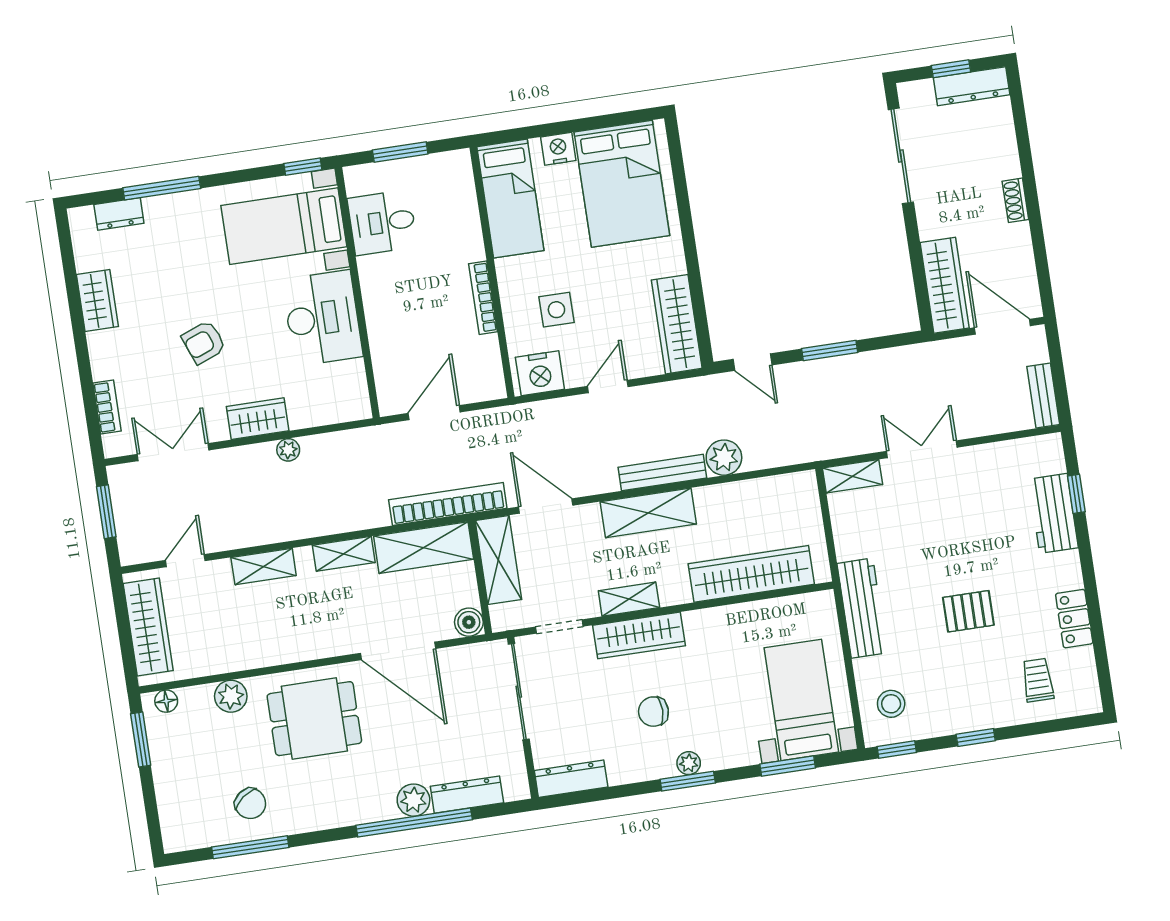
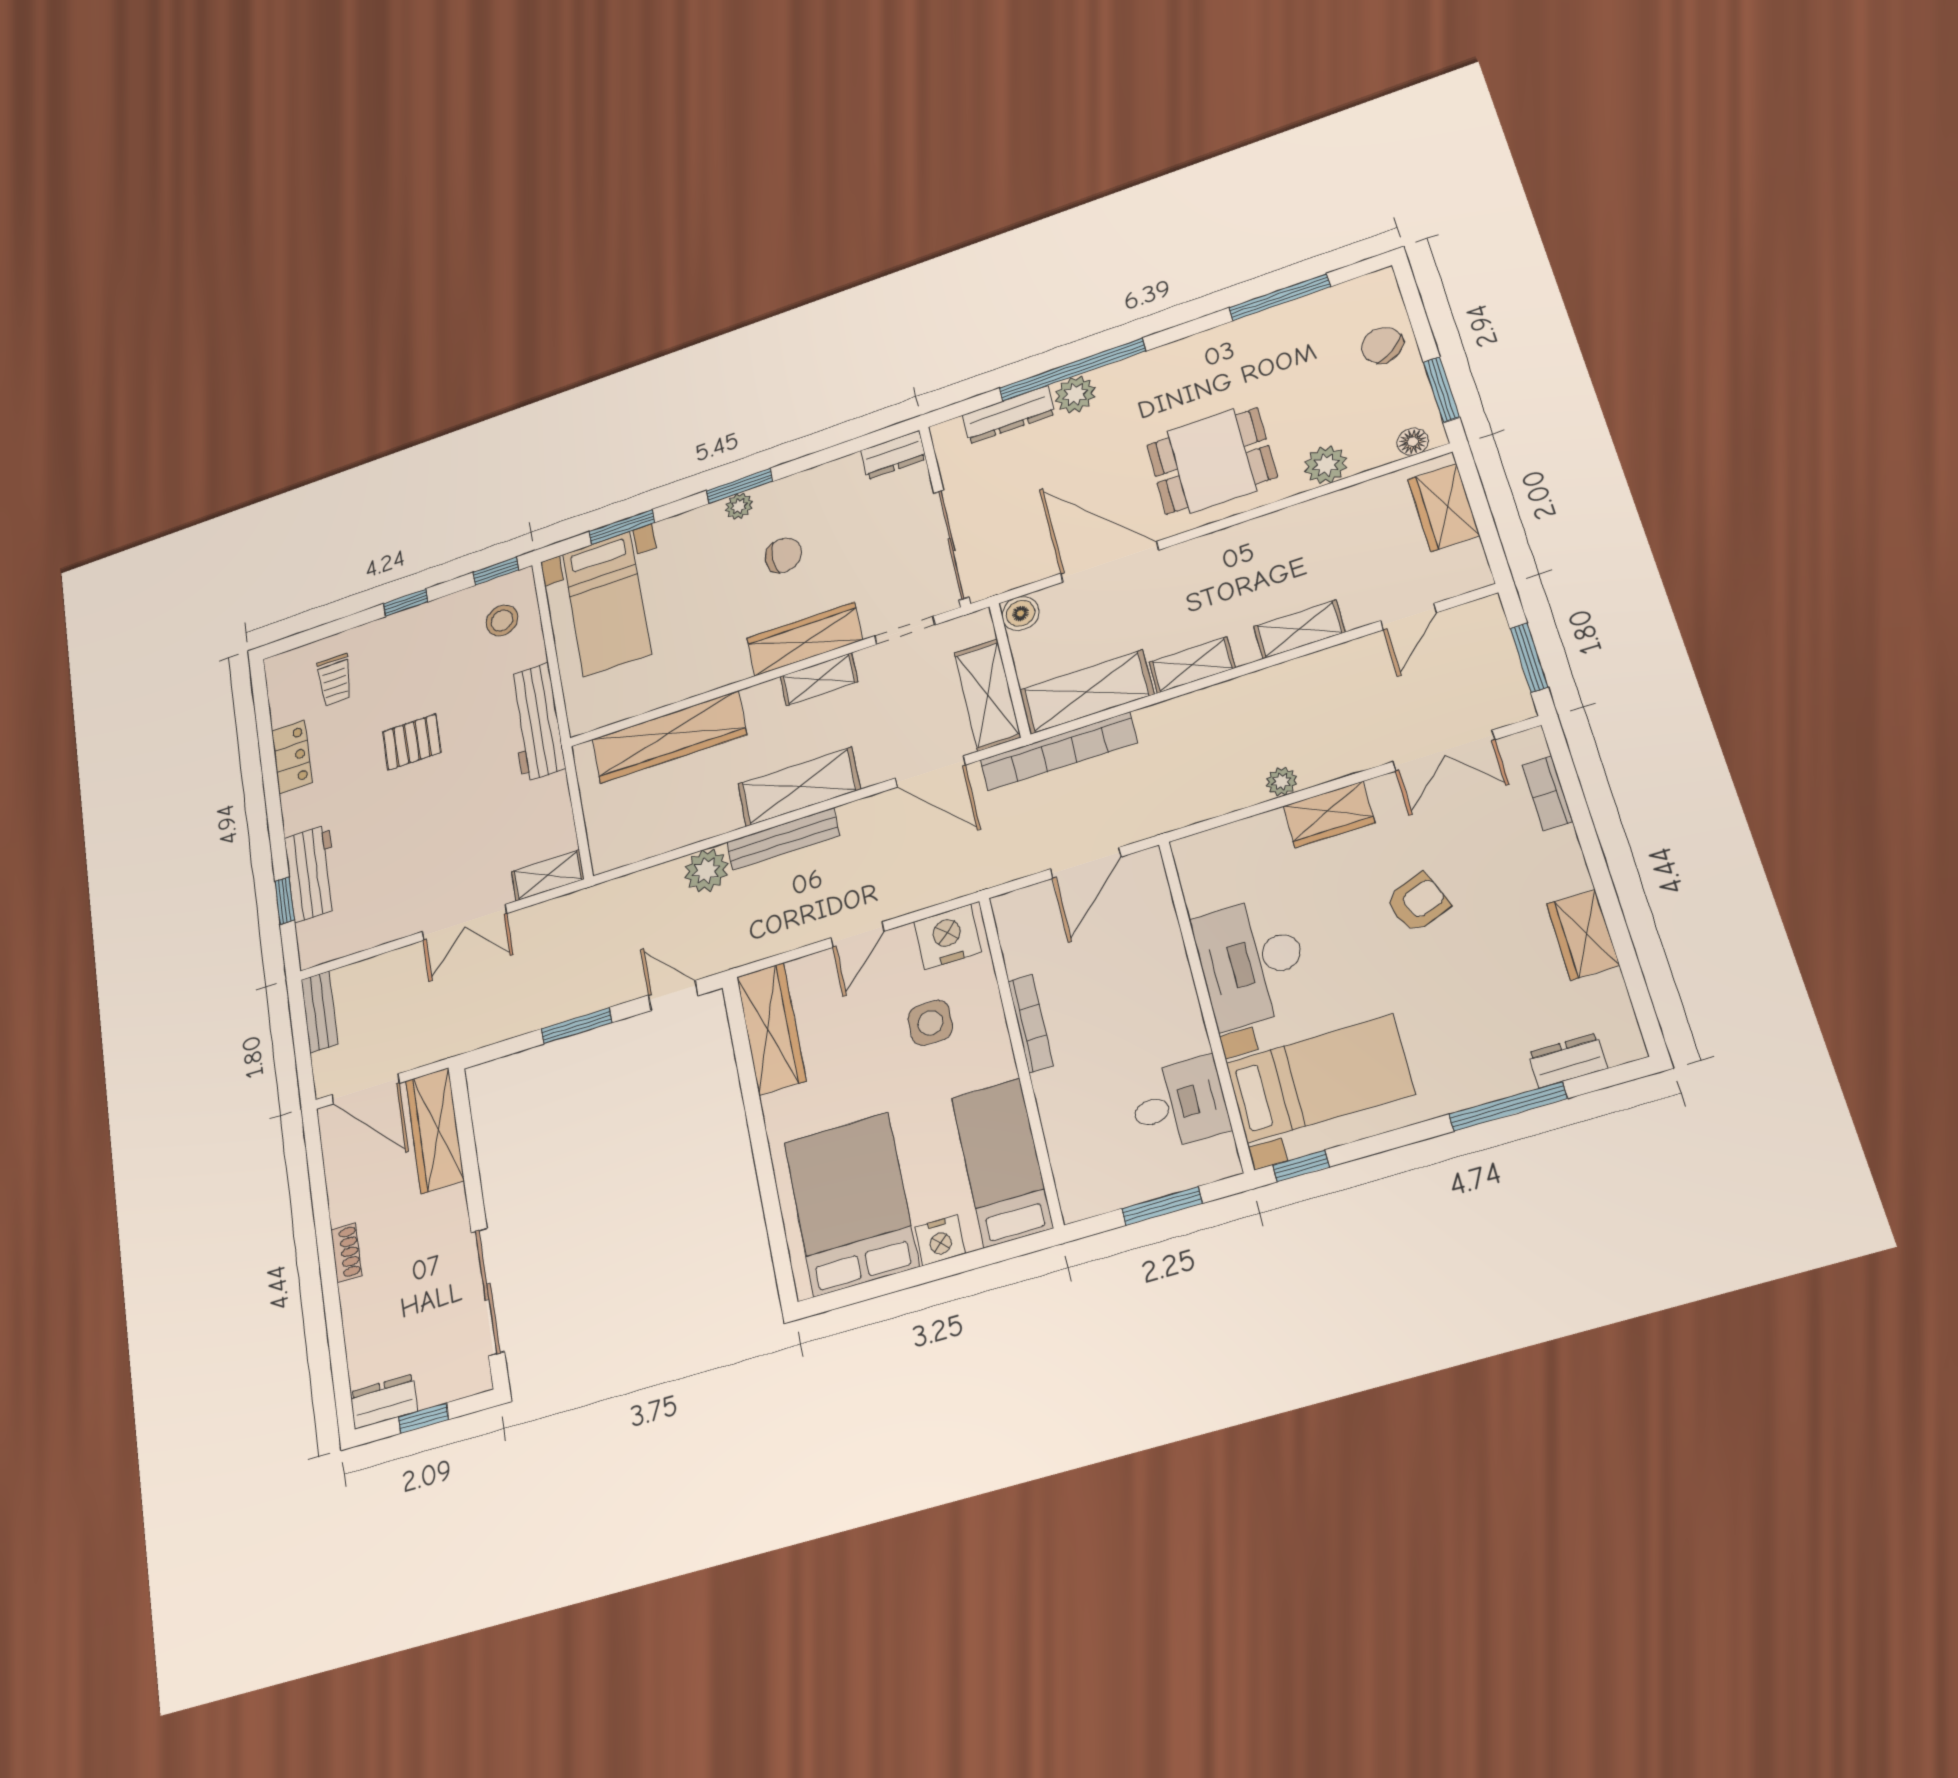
dresser: (972, 86) -> (384, 1402), width x0.70
wardrobe: (148, 627) -> (1444, 507), width x0.67
dresser: (571, 779) -> (893, 455), width x0.70
chair: (250, 804) -> (1382, 345), moved

